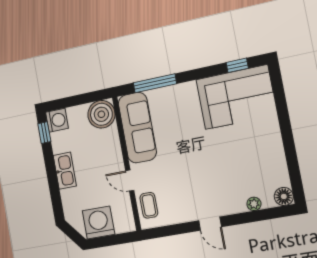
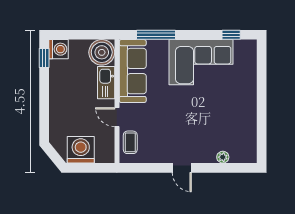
corner sofa: (236, 97) -> (201, 62), moved
kitchen sink: (65, 171) -> (106, 83), moved, turned 180
floor lamp: (284, 196) -> (249, 155), removed

